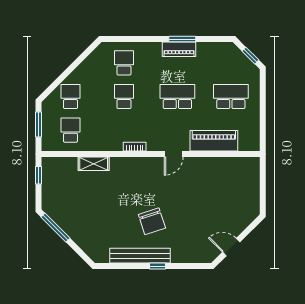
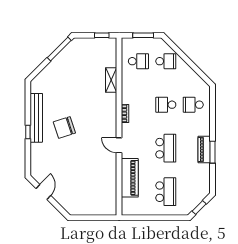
school desk: (124, 63) -> (193, 105), turned 180
school desk: (124, 97) -> (166, 105), turned 180

